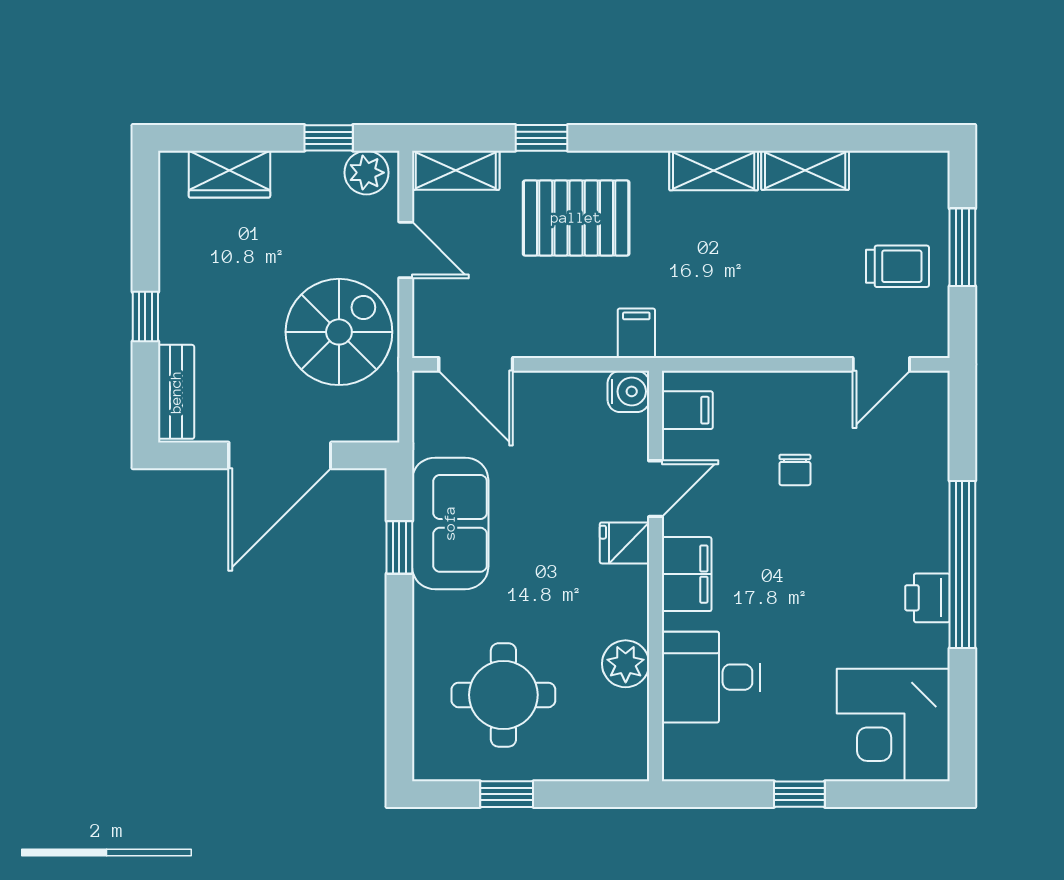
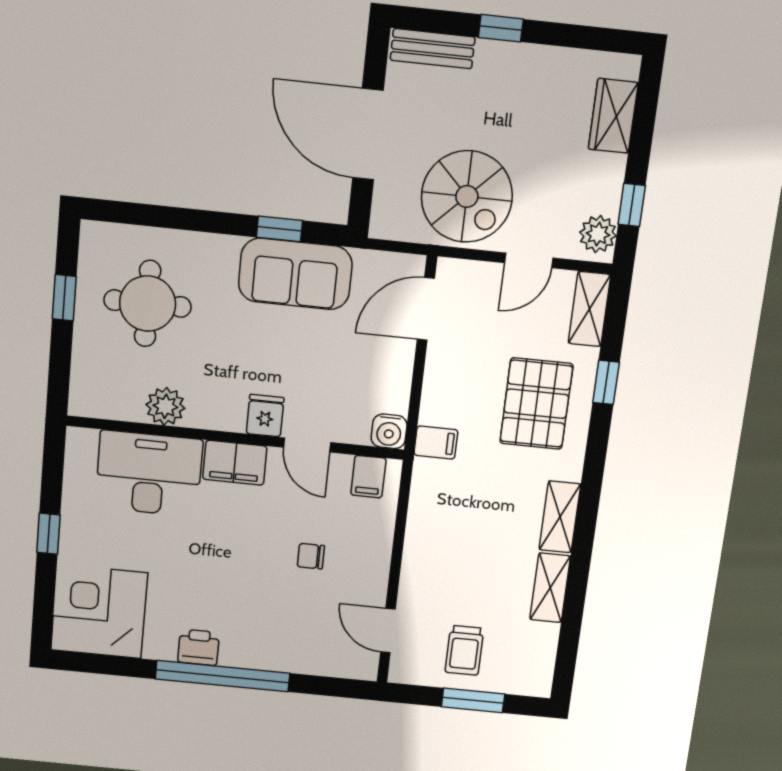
desk: (711, 677) -> (149, 474), width x1.37

